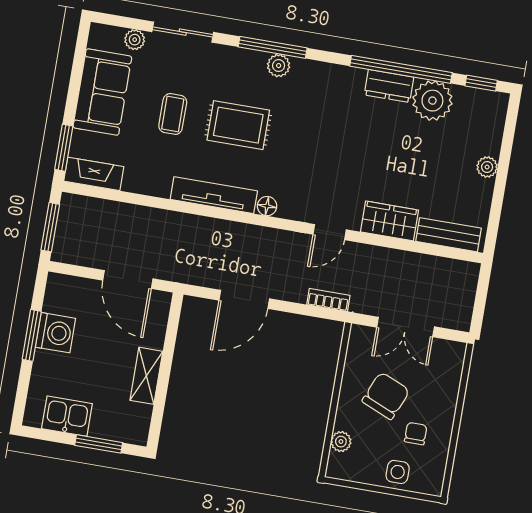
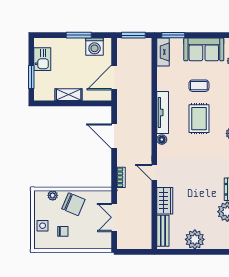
plant: (487, 167) -> (195, 239), width x1.87, depth x1.87
washing machine: (55, 333) -> (95, 47), moved
chair: (386, 396) -> (73, 204), moved

